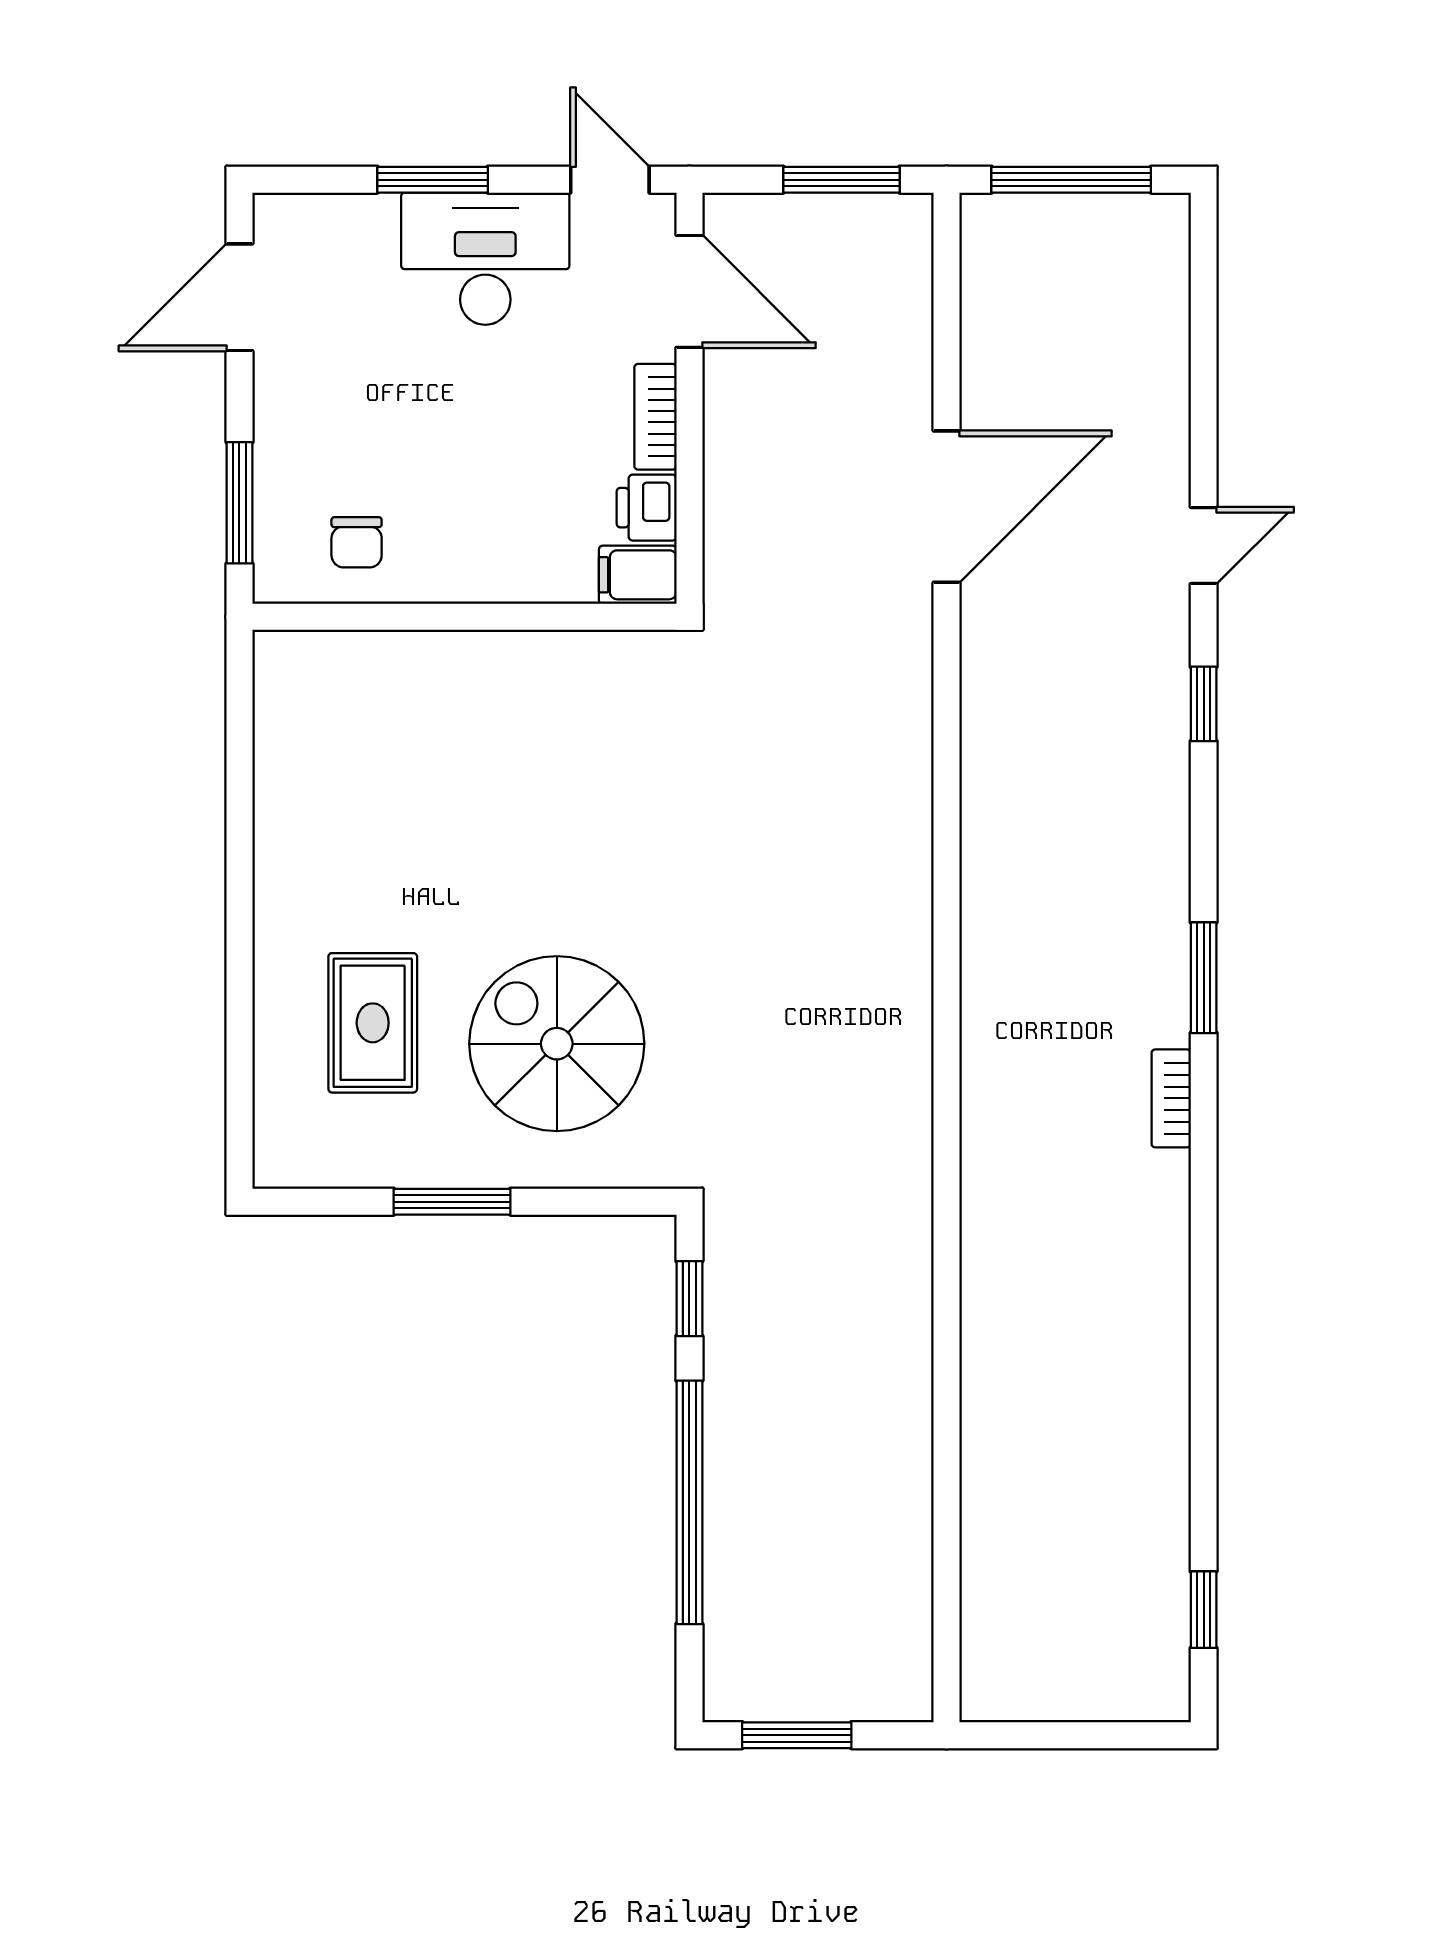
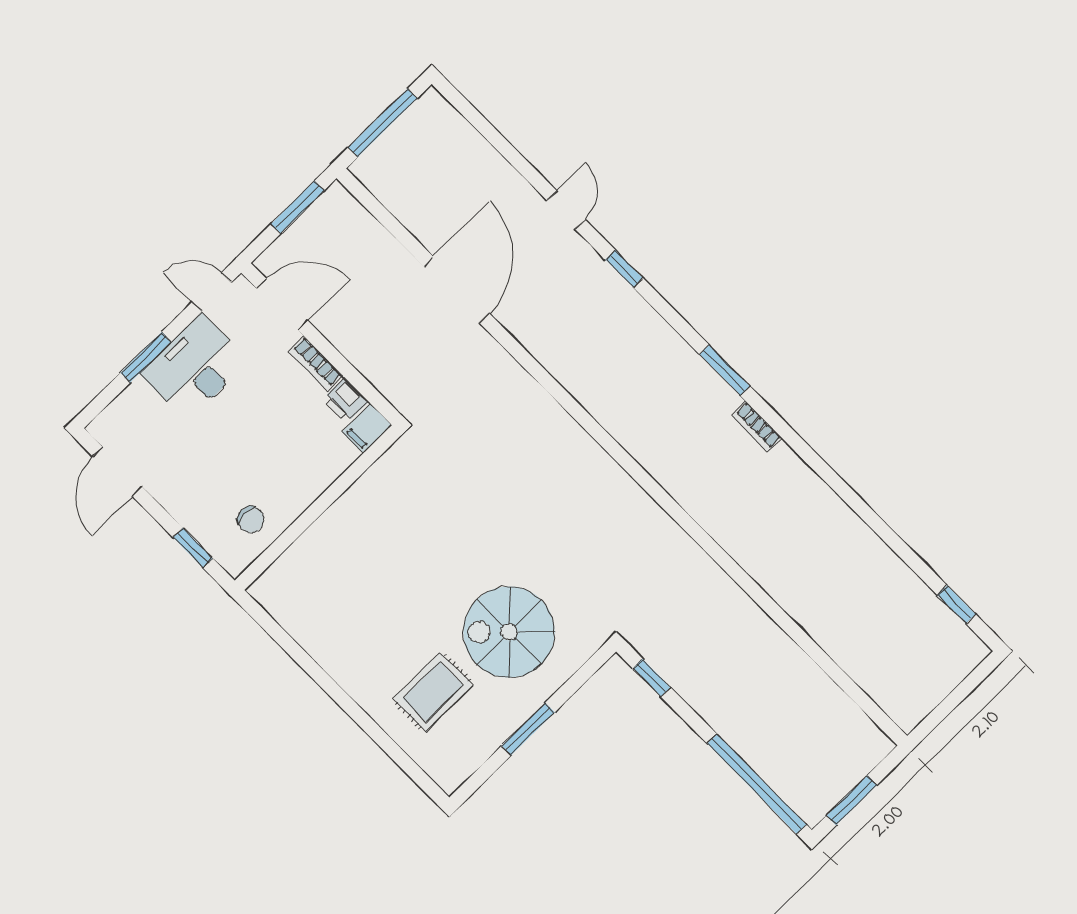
window: (239, 503) -> (193, 548), width x0.67
rug: (373, 1023) -> (433, 692), turned 90
window: (689, 1502) -> (757, 784), moved

